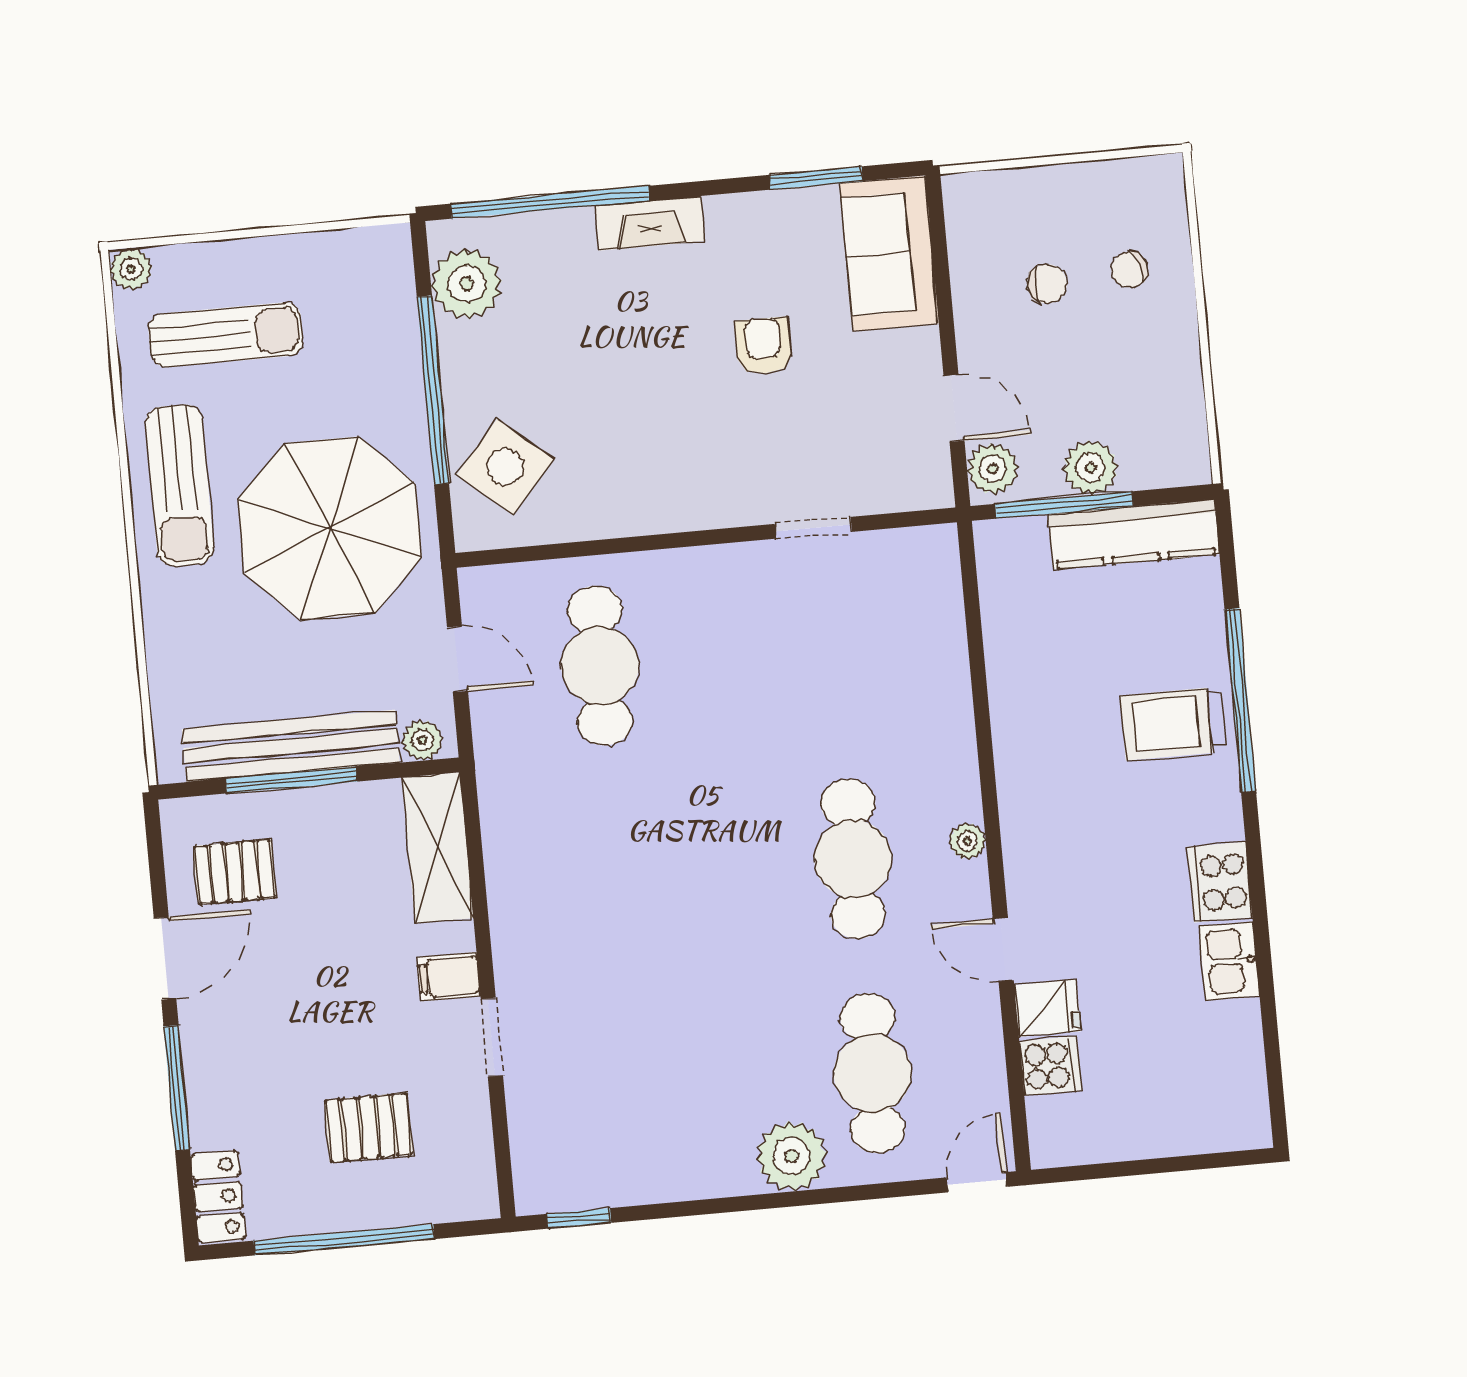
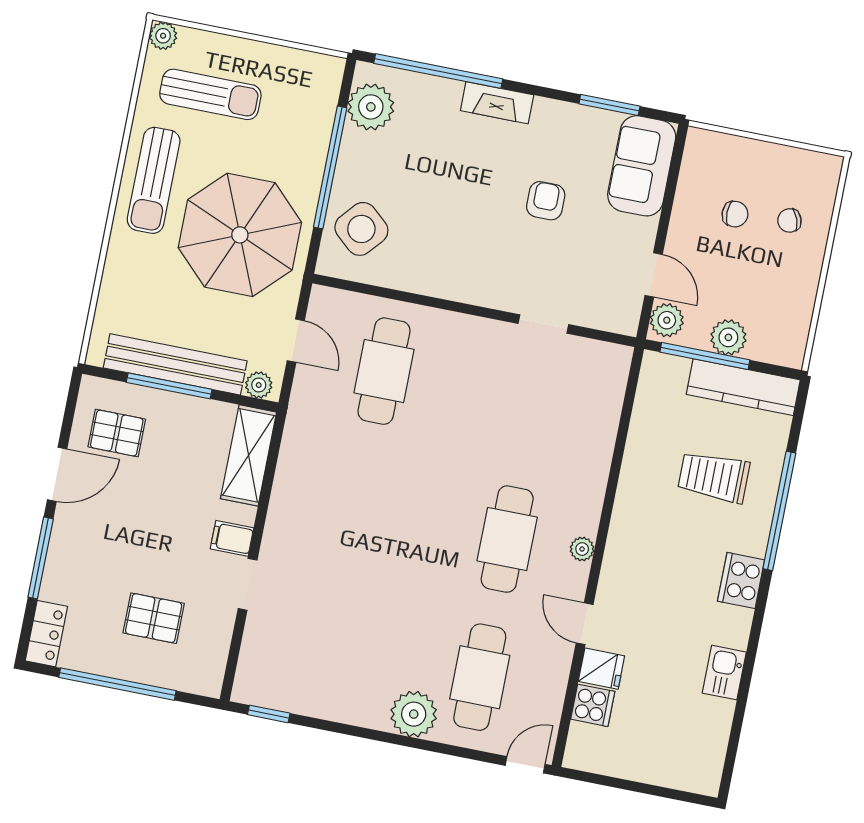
trolley: (1173, 724) -> (714, 477), moved
cooker: (1220, 882) -> (741, 580), moved

